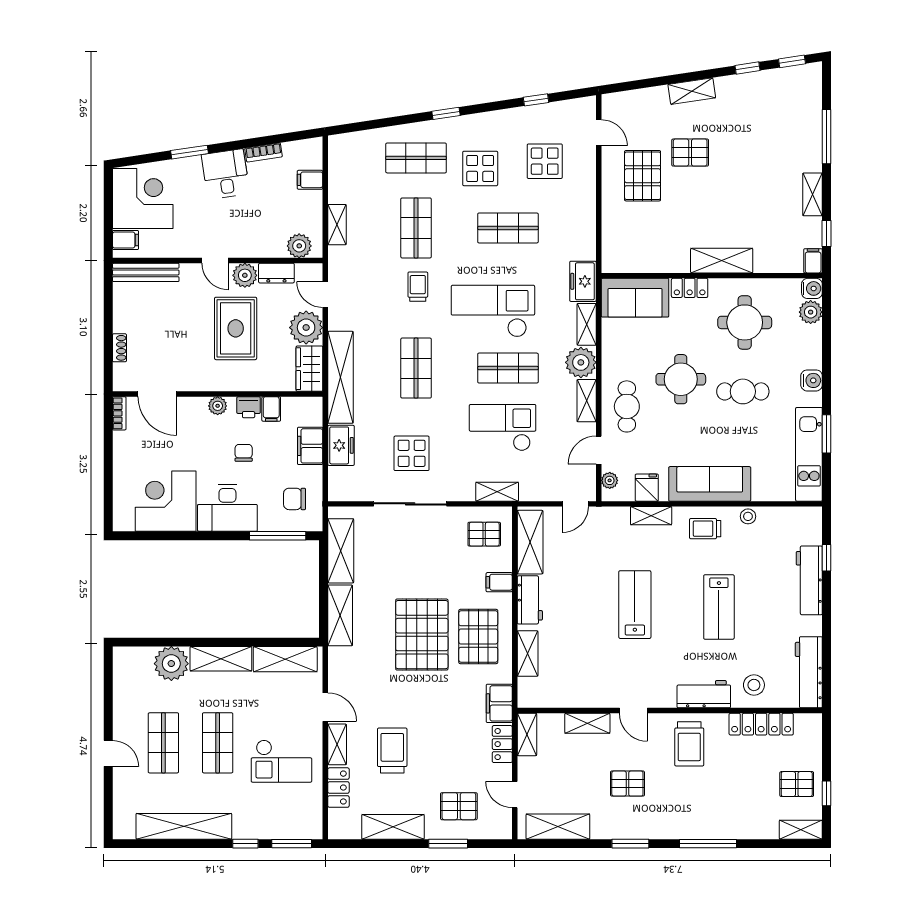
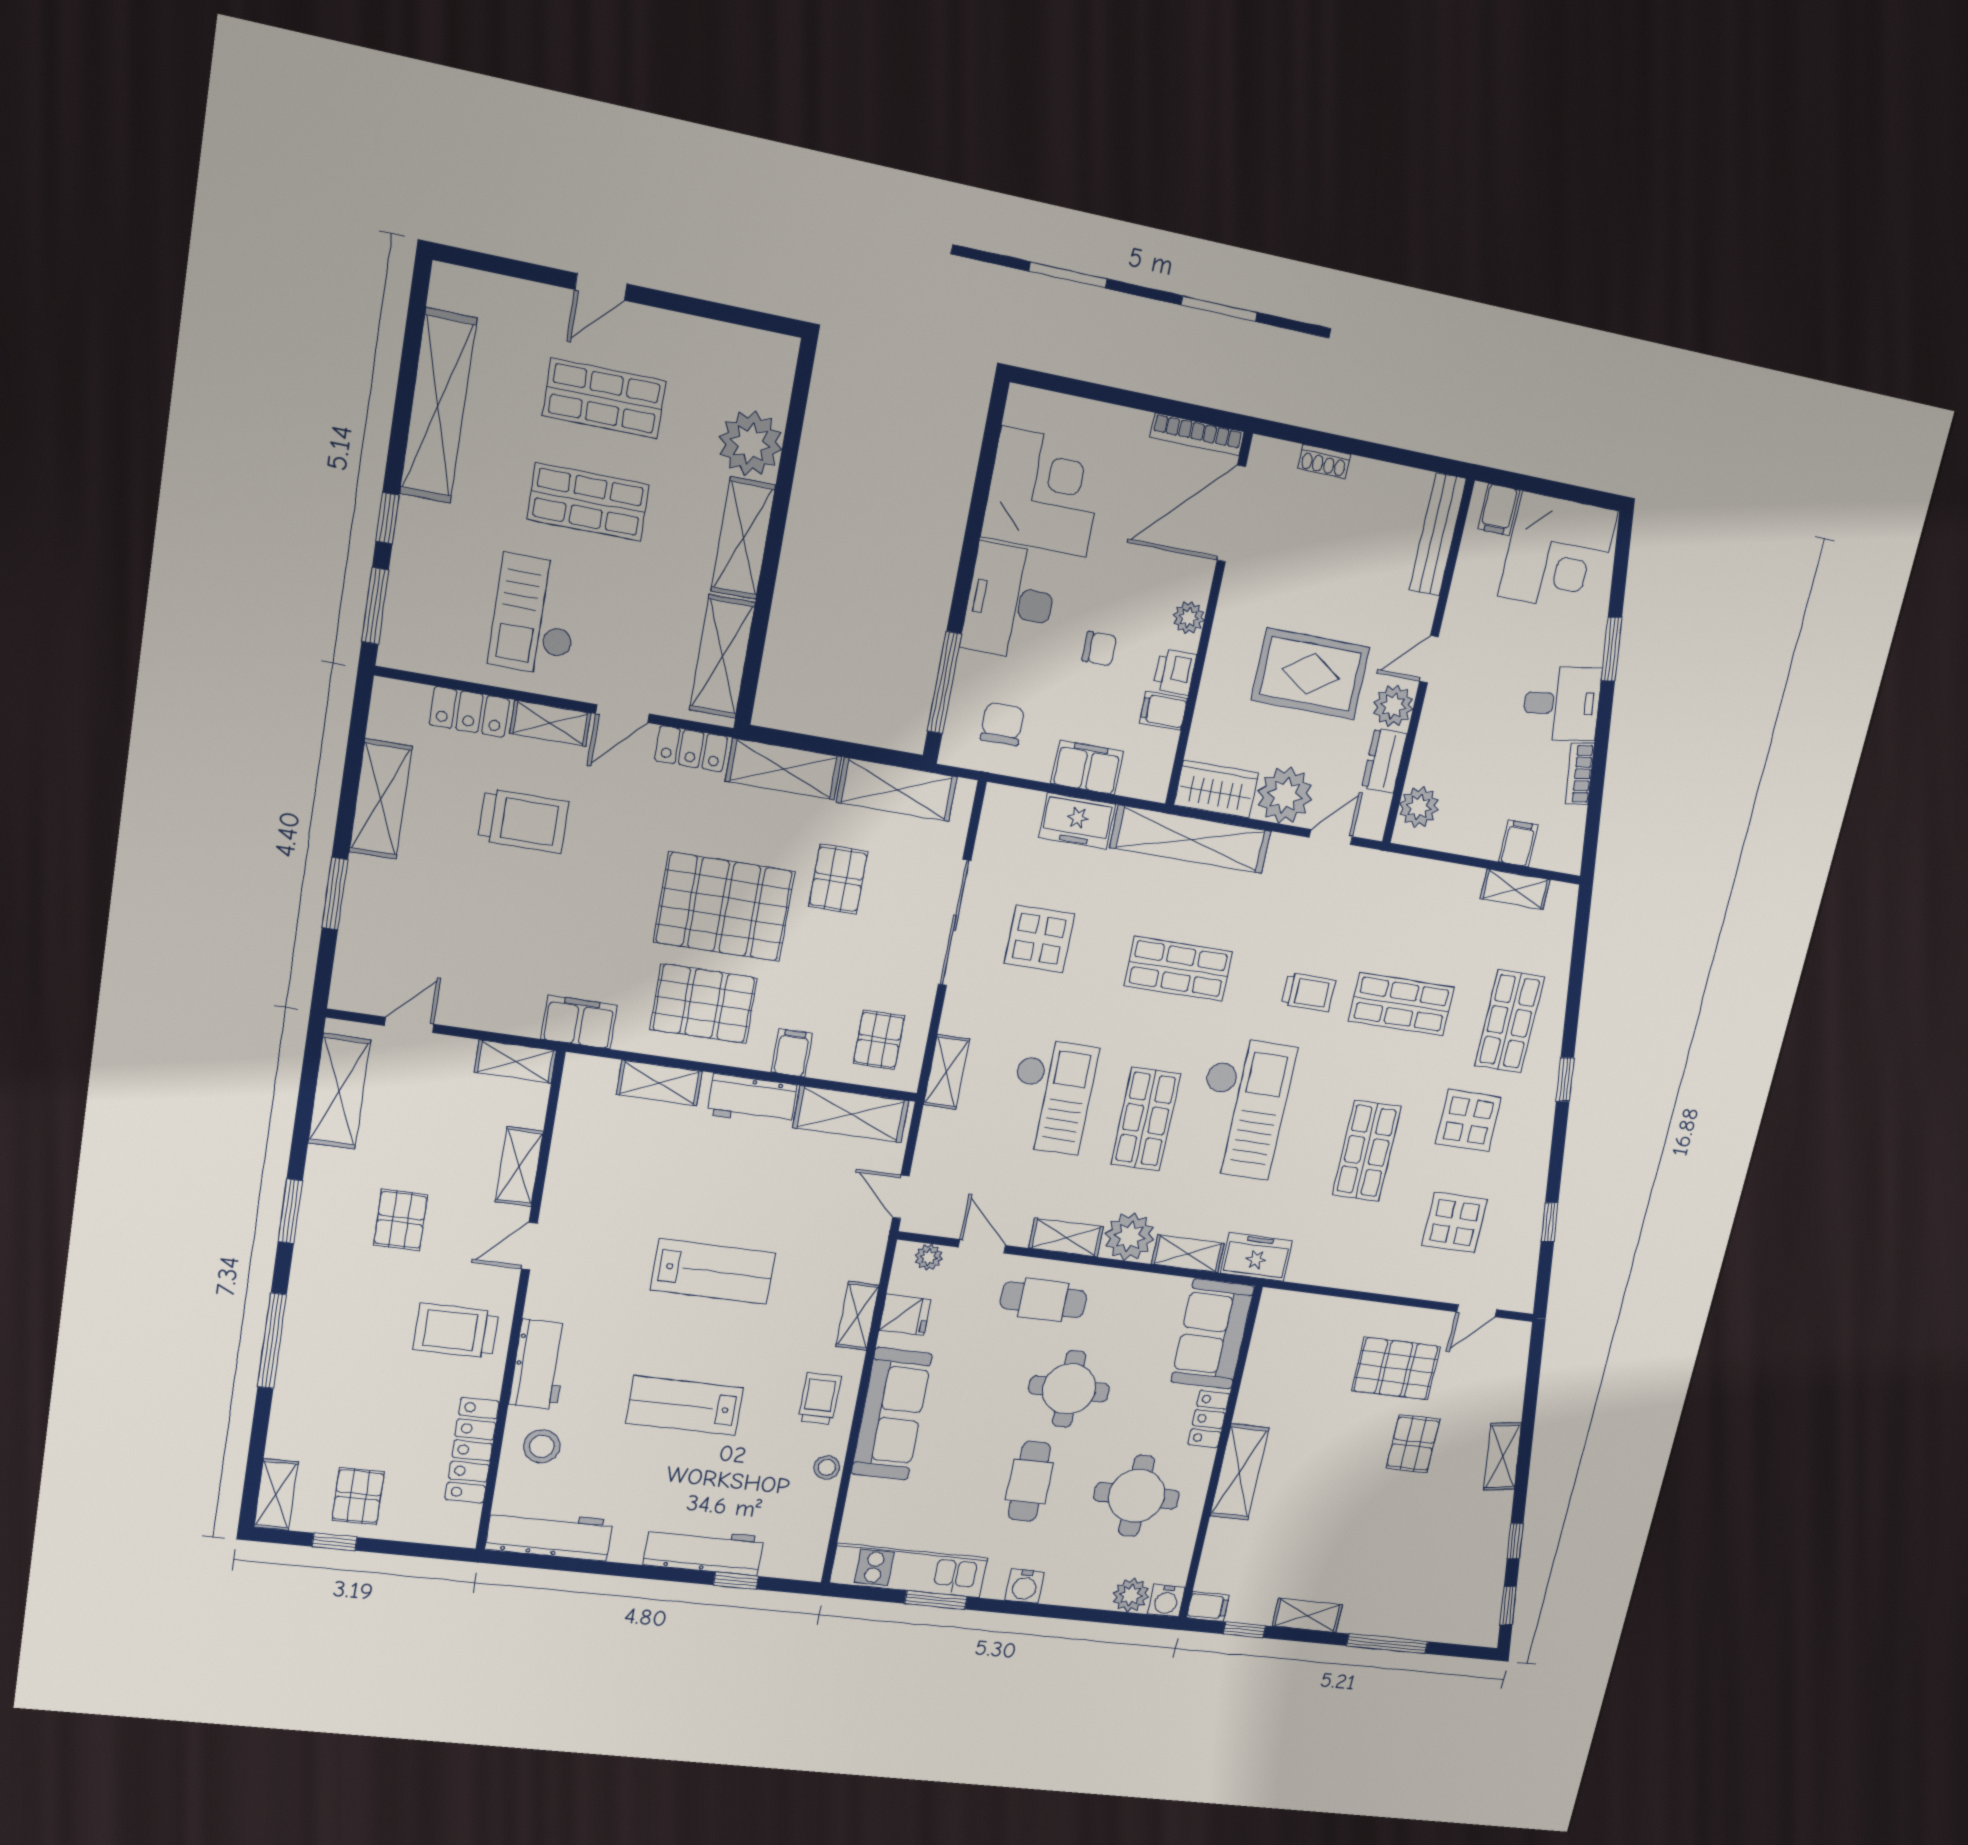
shelving: (337, 225) -> (1515, 889), moved
door: (157, 394) -> (1231, 514), width x1.36
bookcase: (119, 413) -> (1197, 434), width x1.56
locker: (502, 744) -> (691, 749), moved, turned 180
pallet: (459, 806) -> (838, 879), moved

